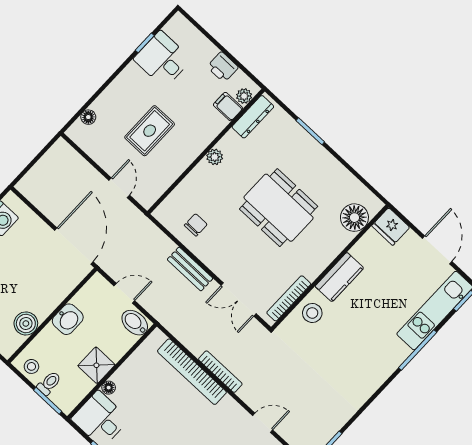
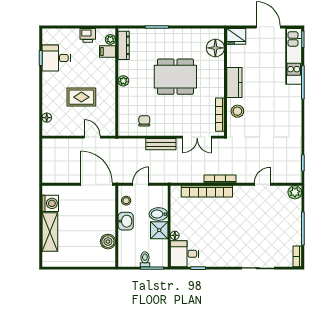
rug: (150, 131) -> (81, 97), turned 90
bidet: (135, 323) -> (159, 214), moved
stool: (31, 366) -> (126, 201), moved

